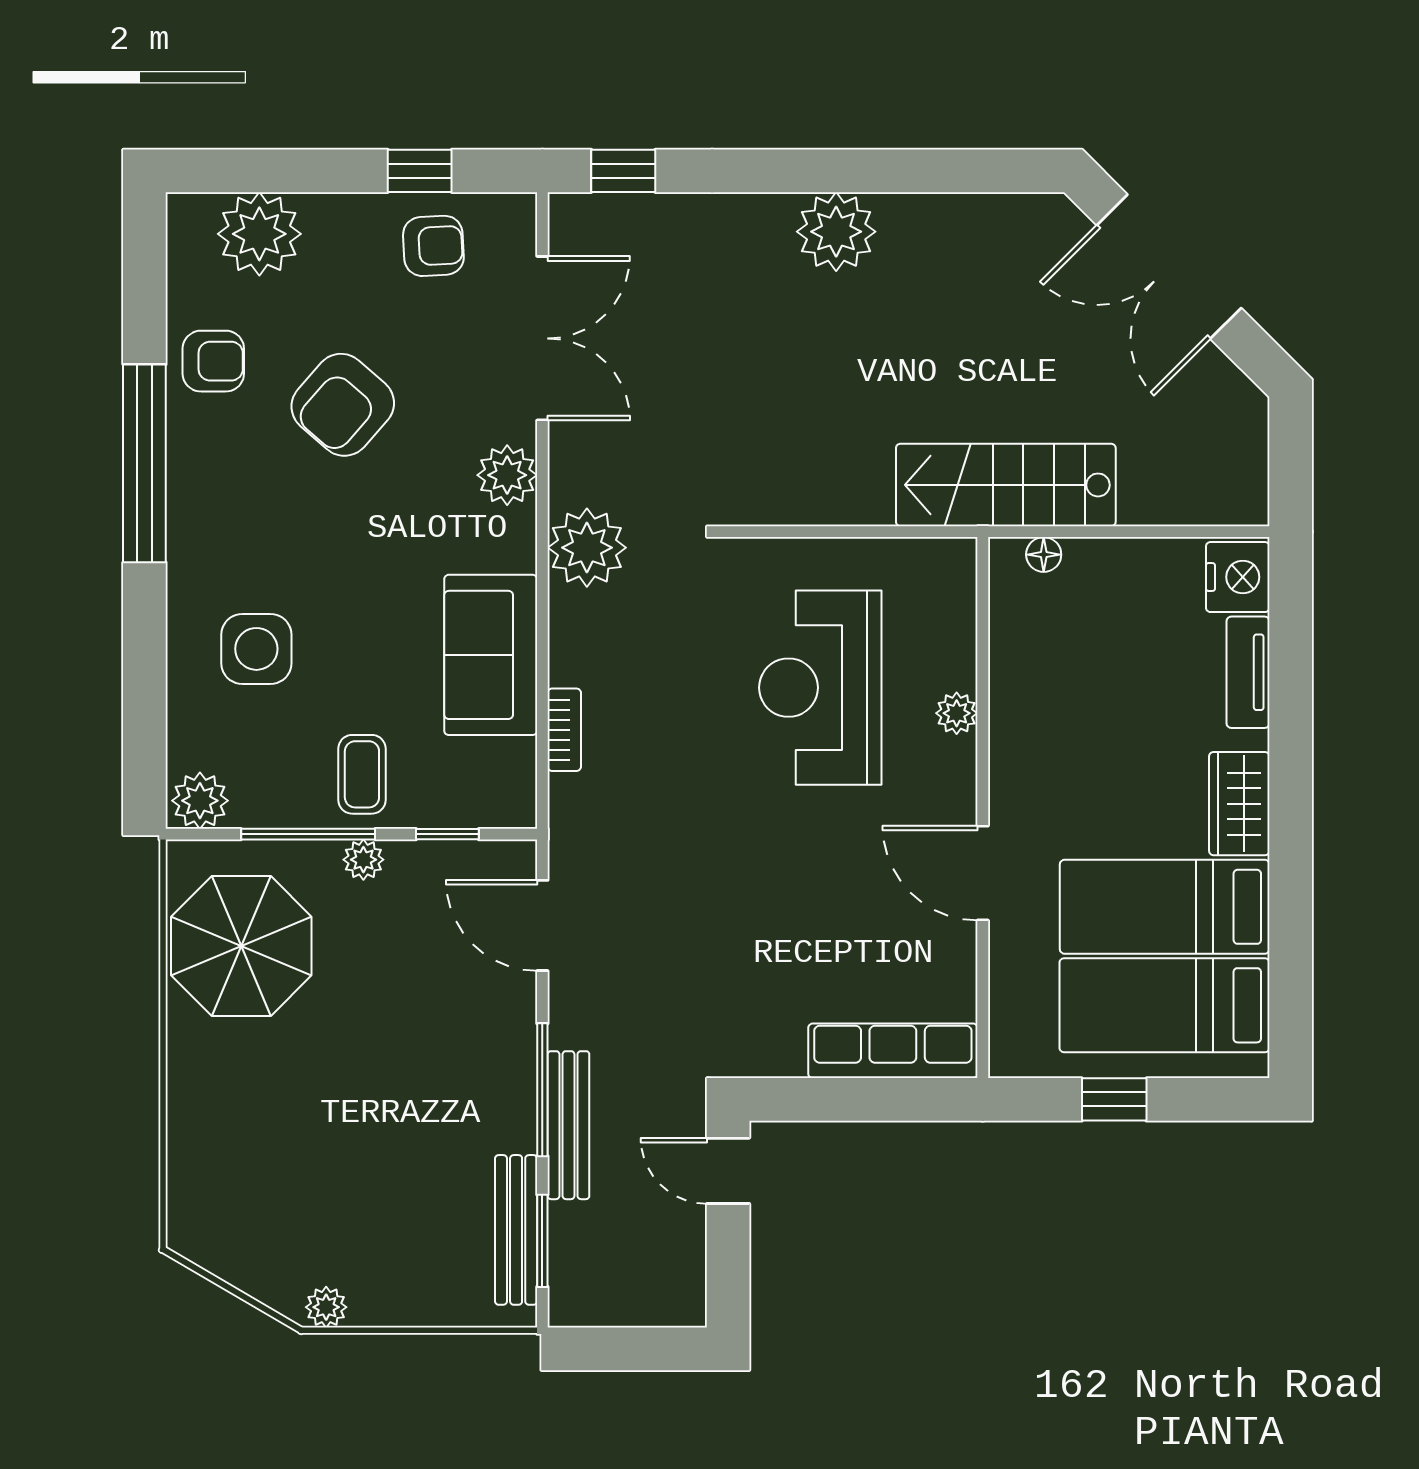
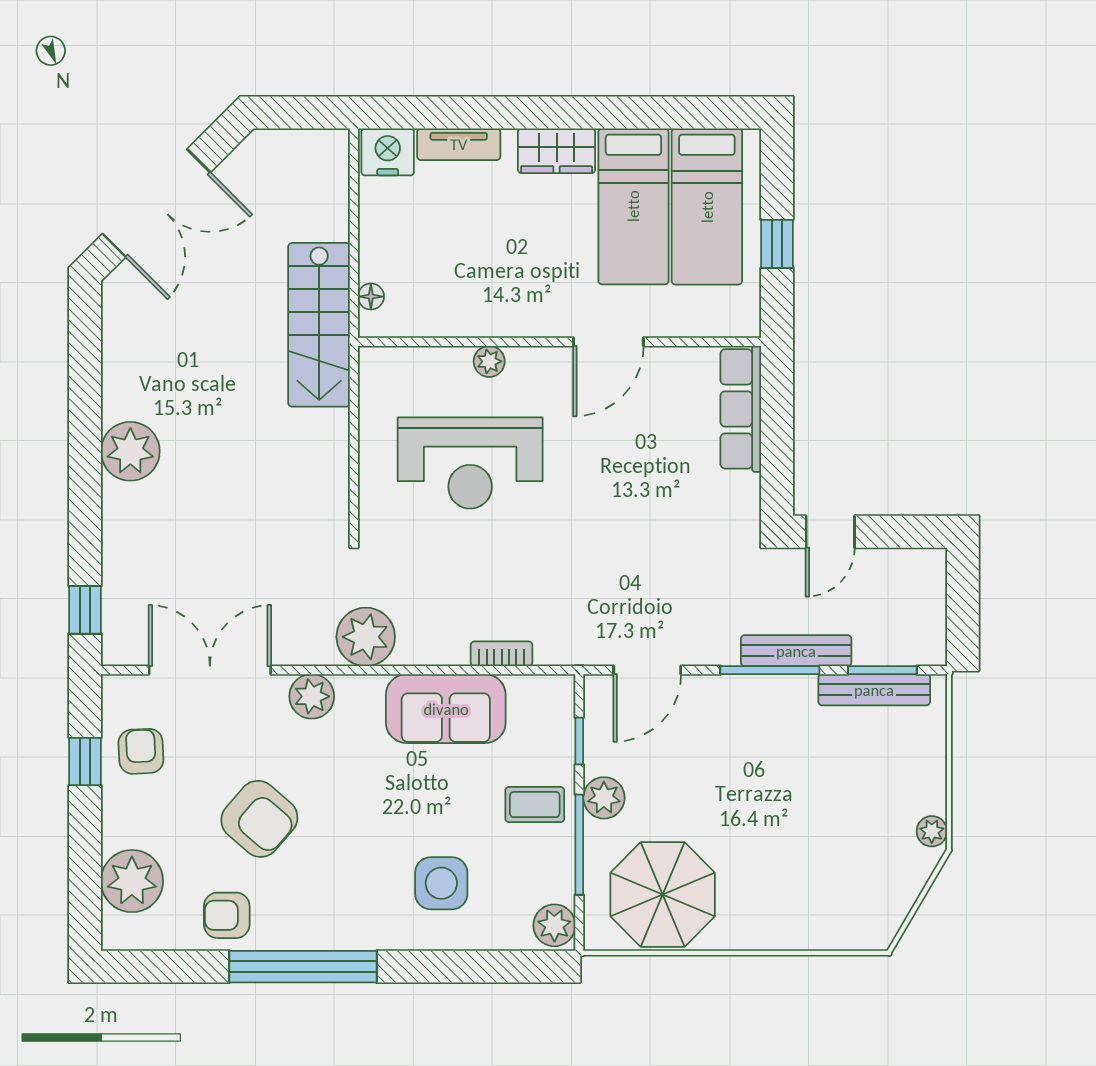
armchair: (213, 361) -> (227, 915), turned -90
plant: (363, 860) -> (604, 798), width x1.38, depth x1.38

